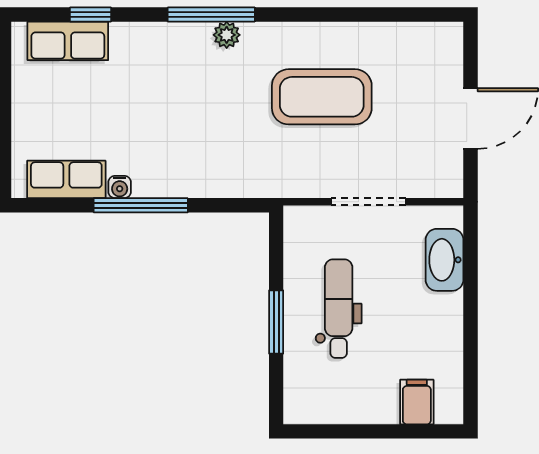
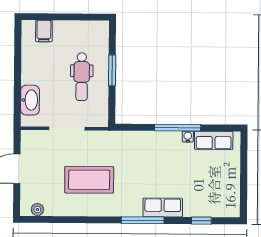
plant: (227, 35) -> (37, 210), moved
row of seats: (68, 41) -> (163, 207), moved

